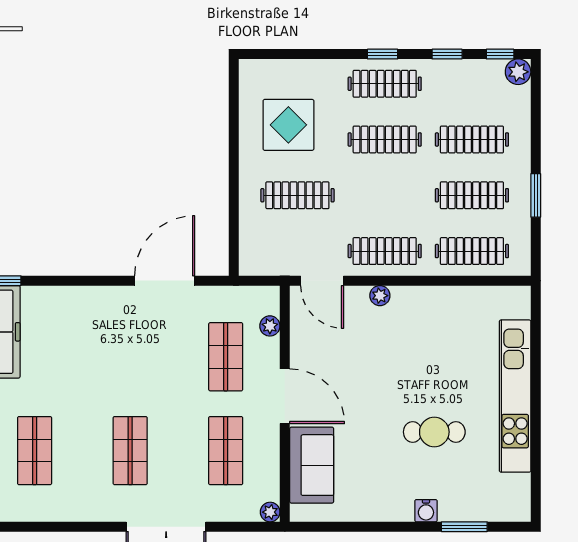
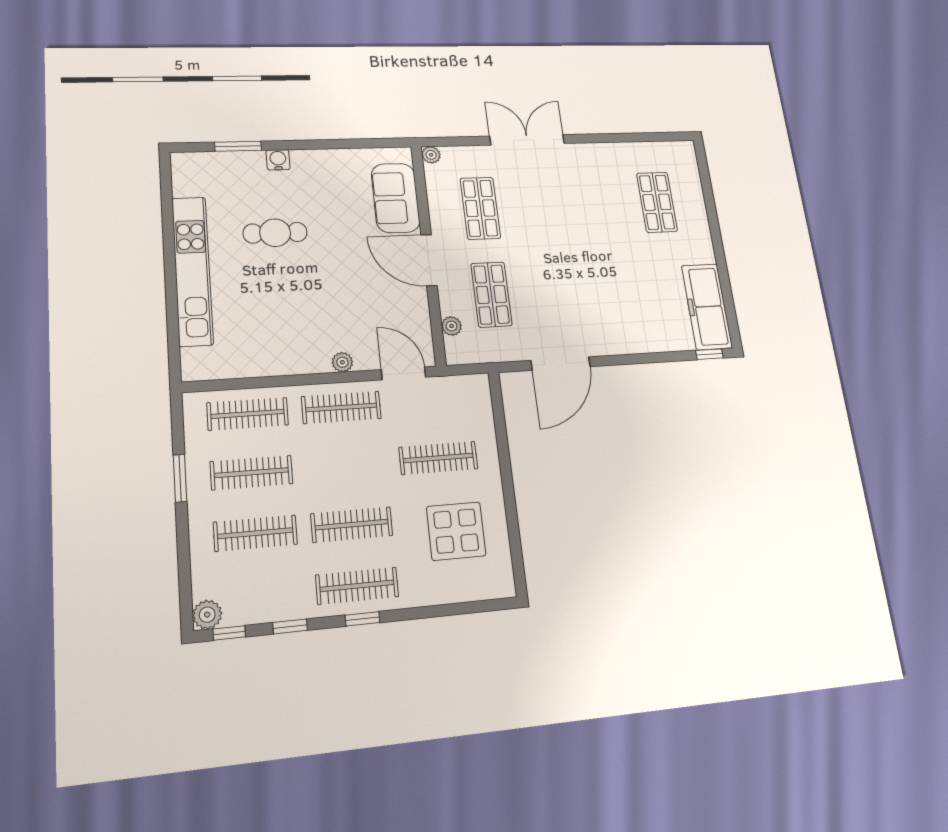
shop shelf: (130, 451) -> (570, 205), removed

